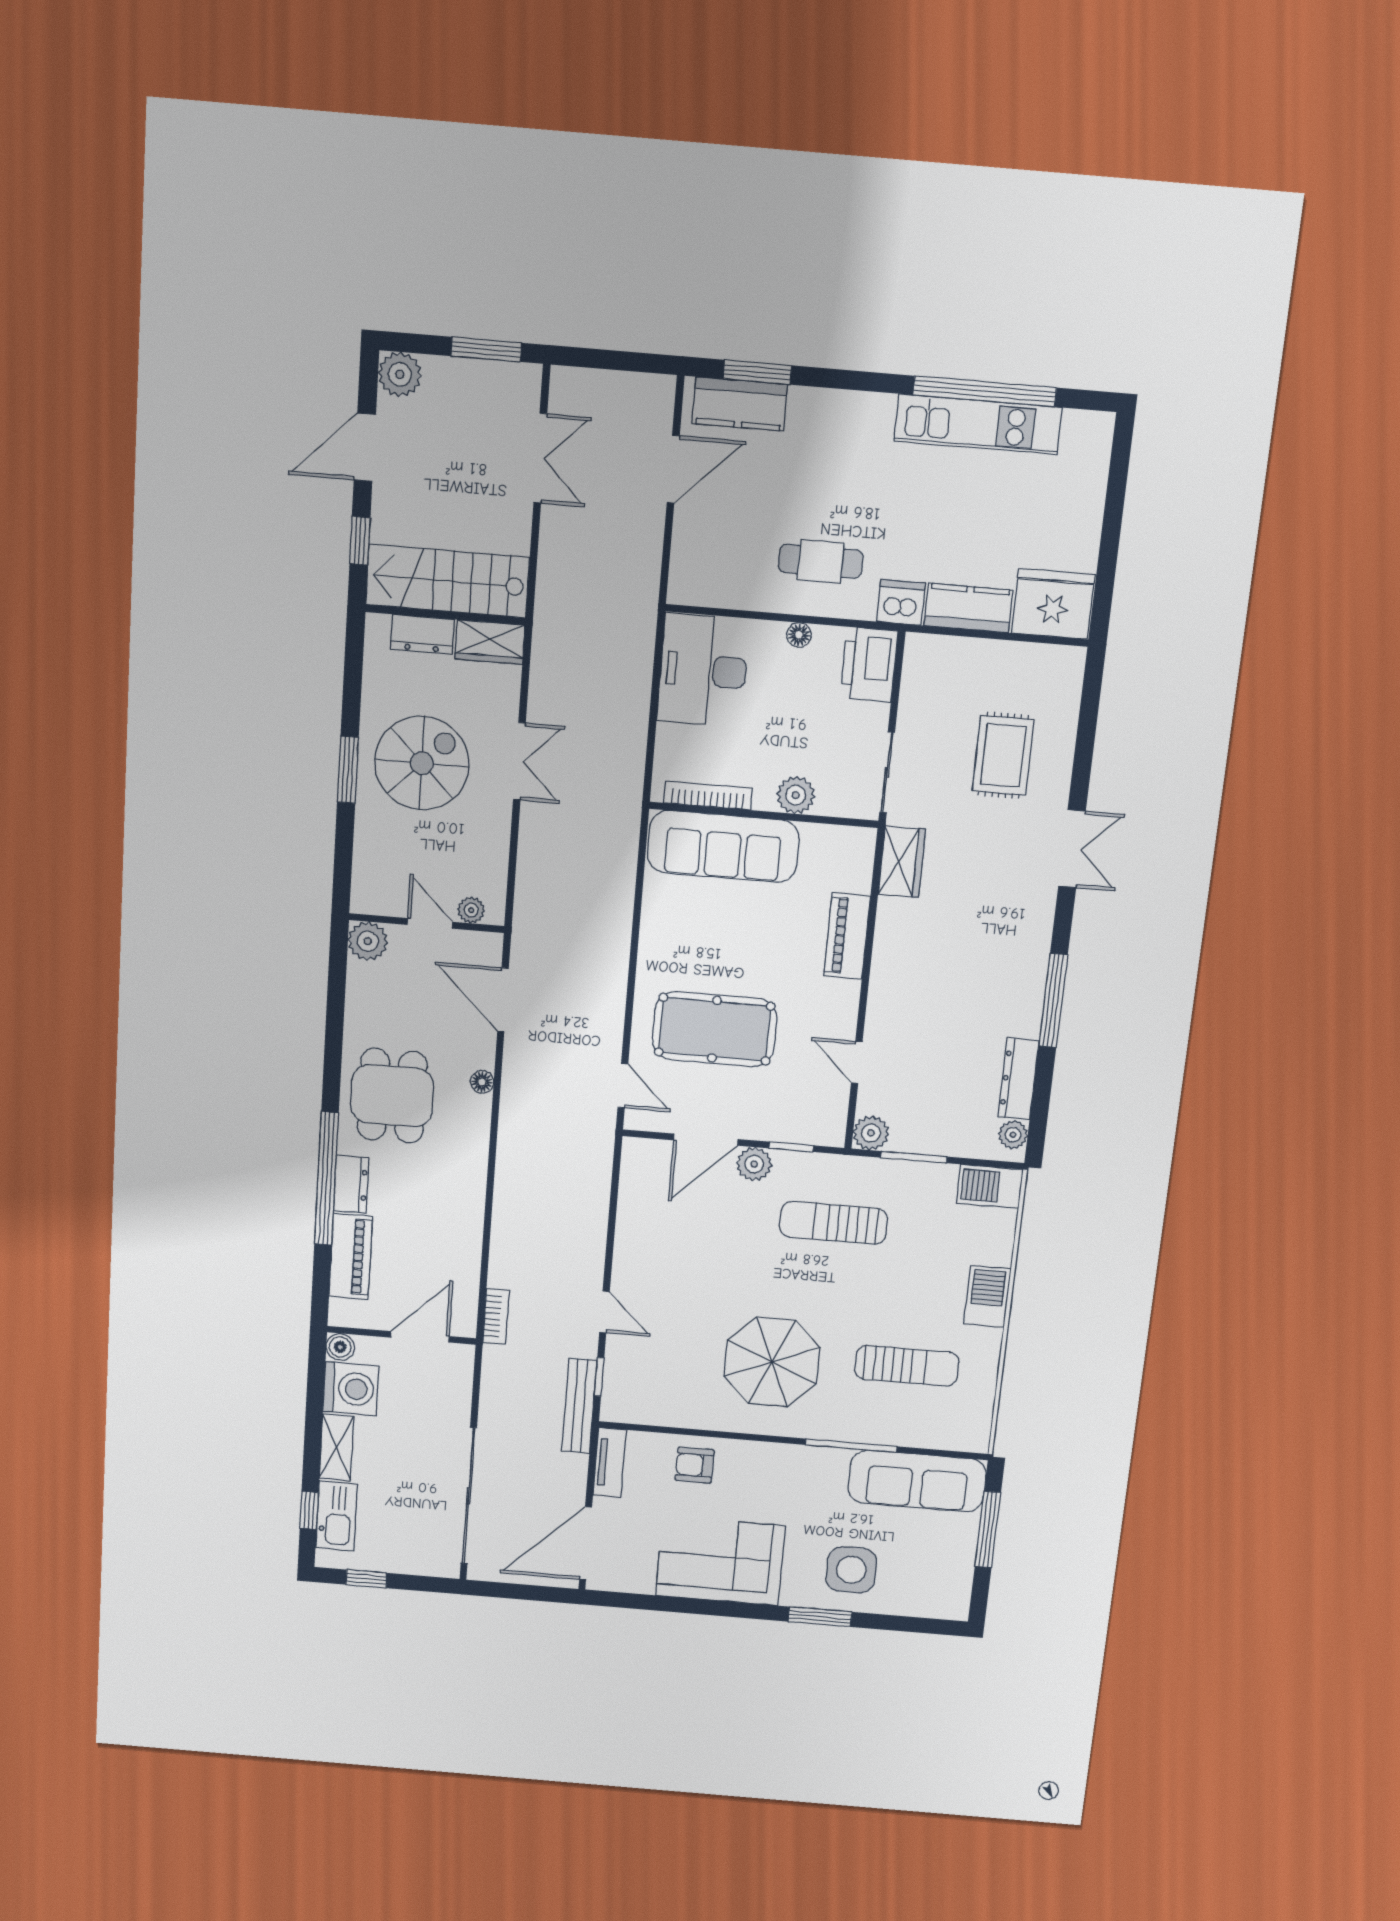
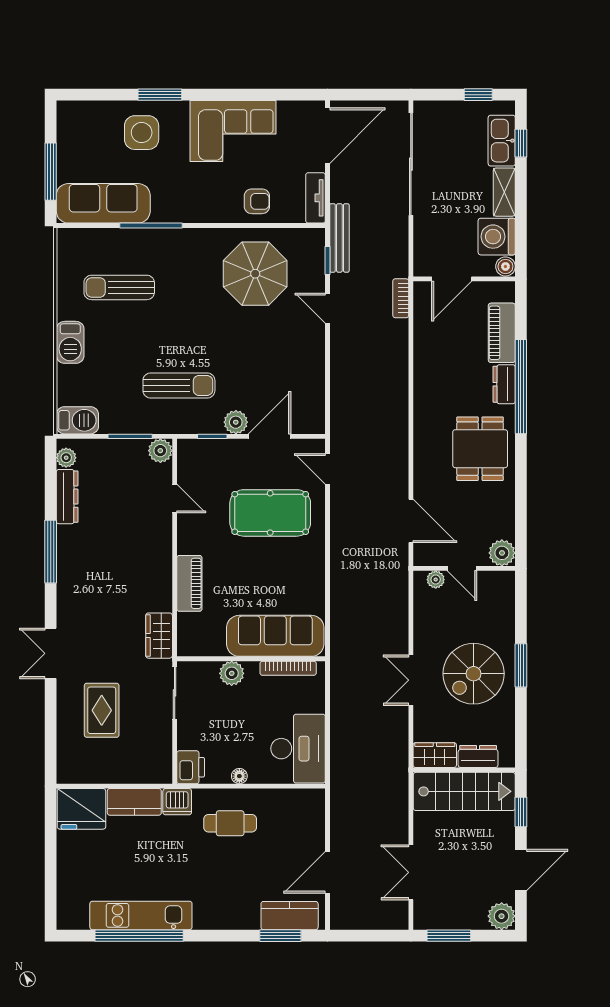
printer: (869, 665) -> (191, 767), width x0.73, depth x0.84
floor lamp: (482, 1082) -> (421, 463), removed
parasol: (772, 1362) -> (255, 274), moved

